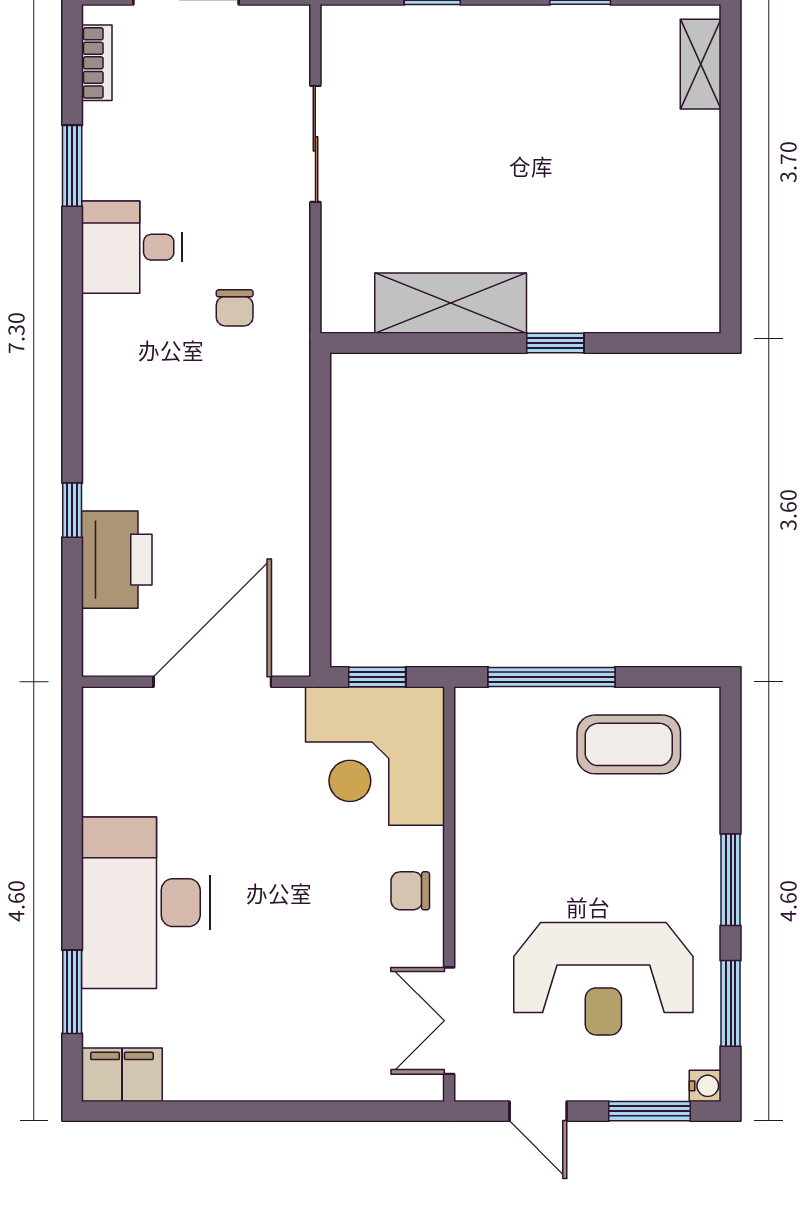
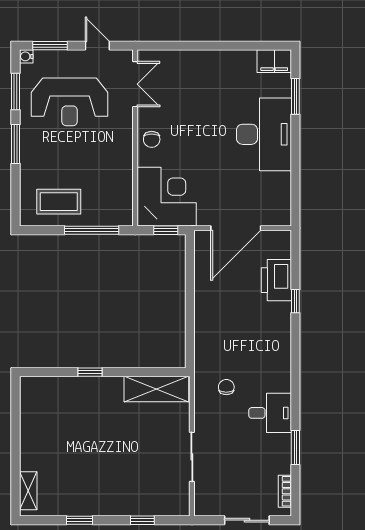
shelving: (451, 303) -> (156, 389), moved
chair: (410, 891) -> (152, 139), turned 90
reception desk: (603, 979) -> (70, 102), turned 180

